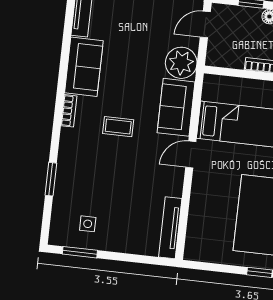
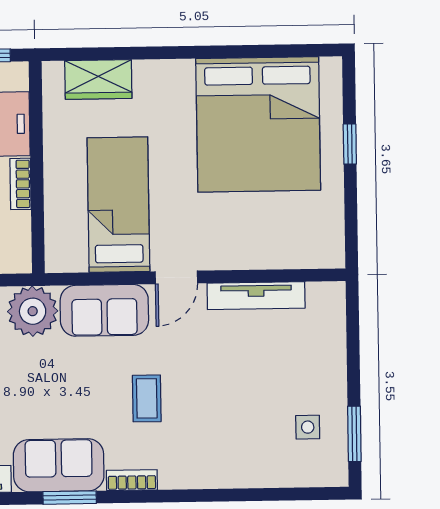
door: (191, 154) -> (176, 277), hinge flipped
window: (51, 179) -> (70, 498), moved
tv unit: (170, 228) -> (256, 296), moved

